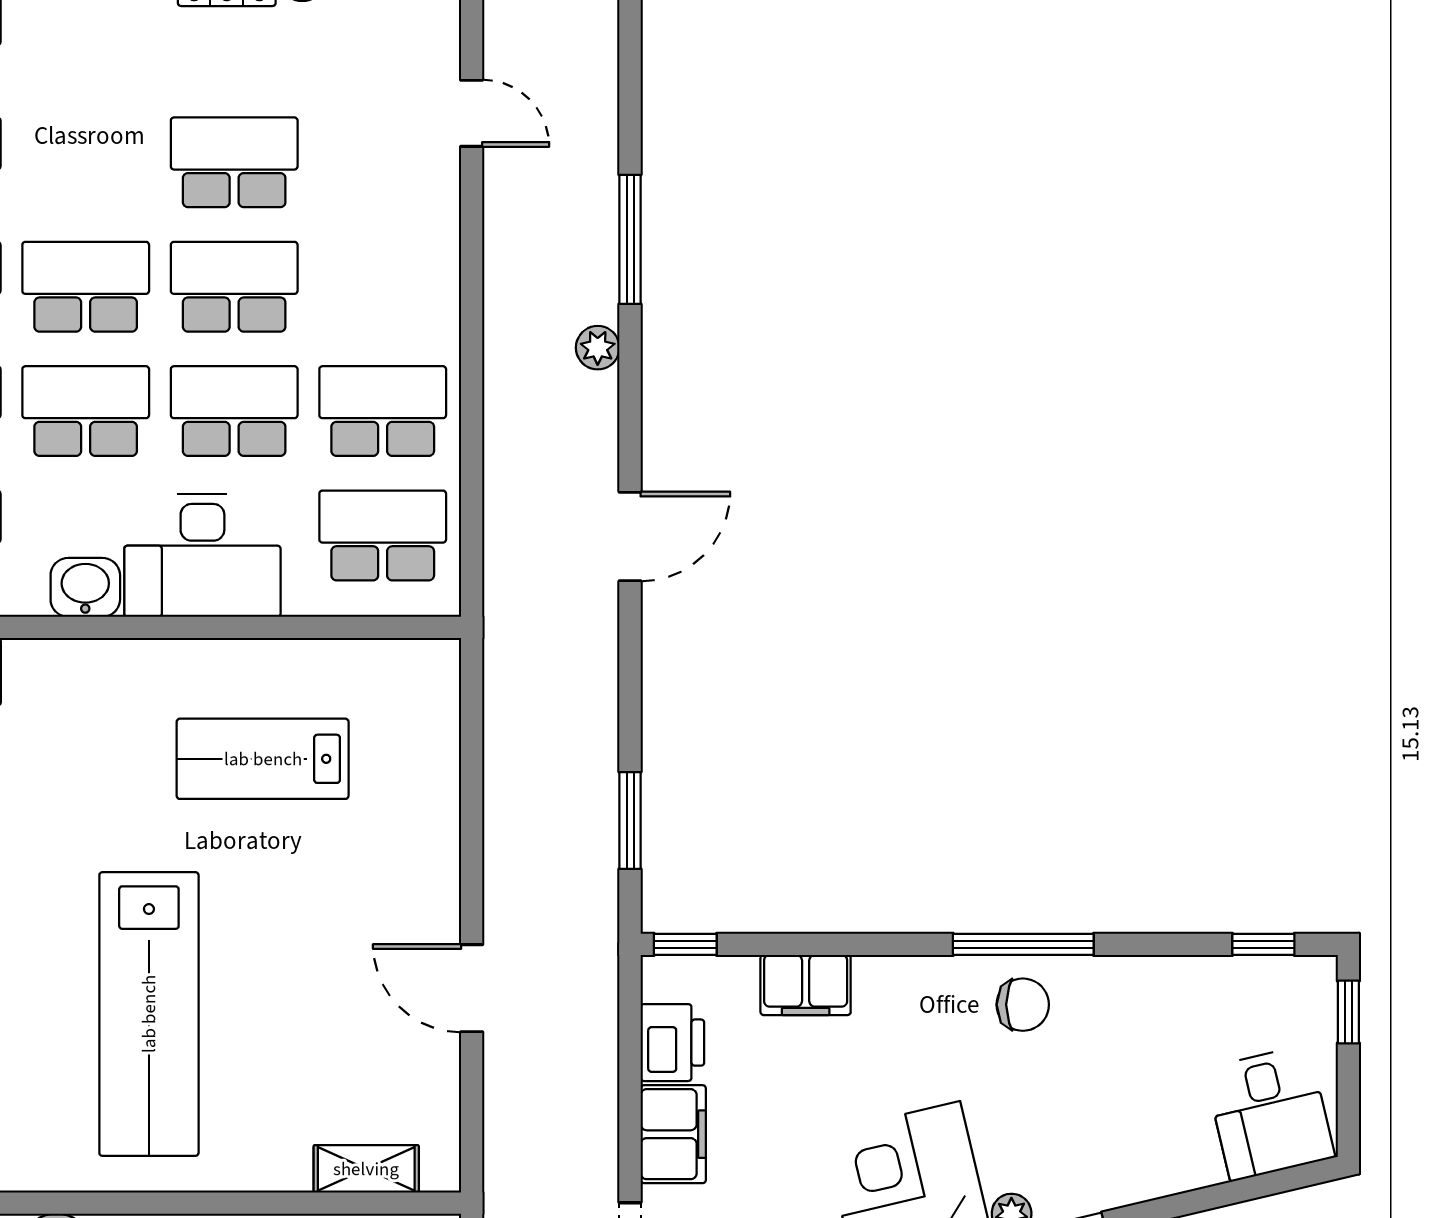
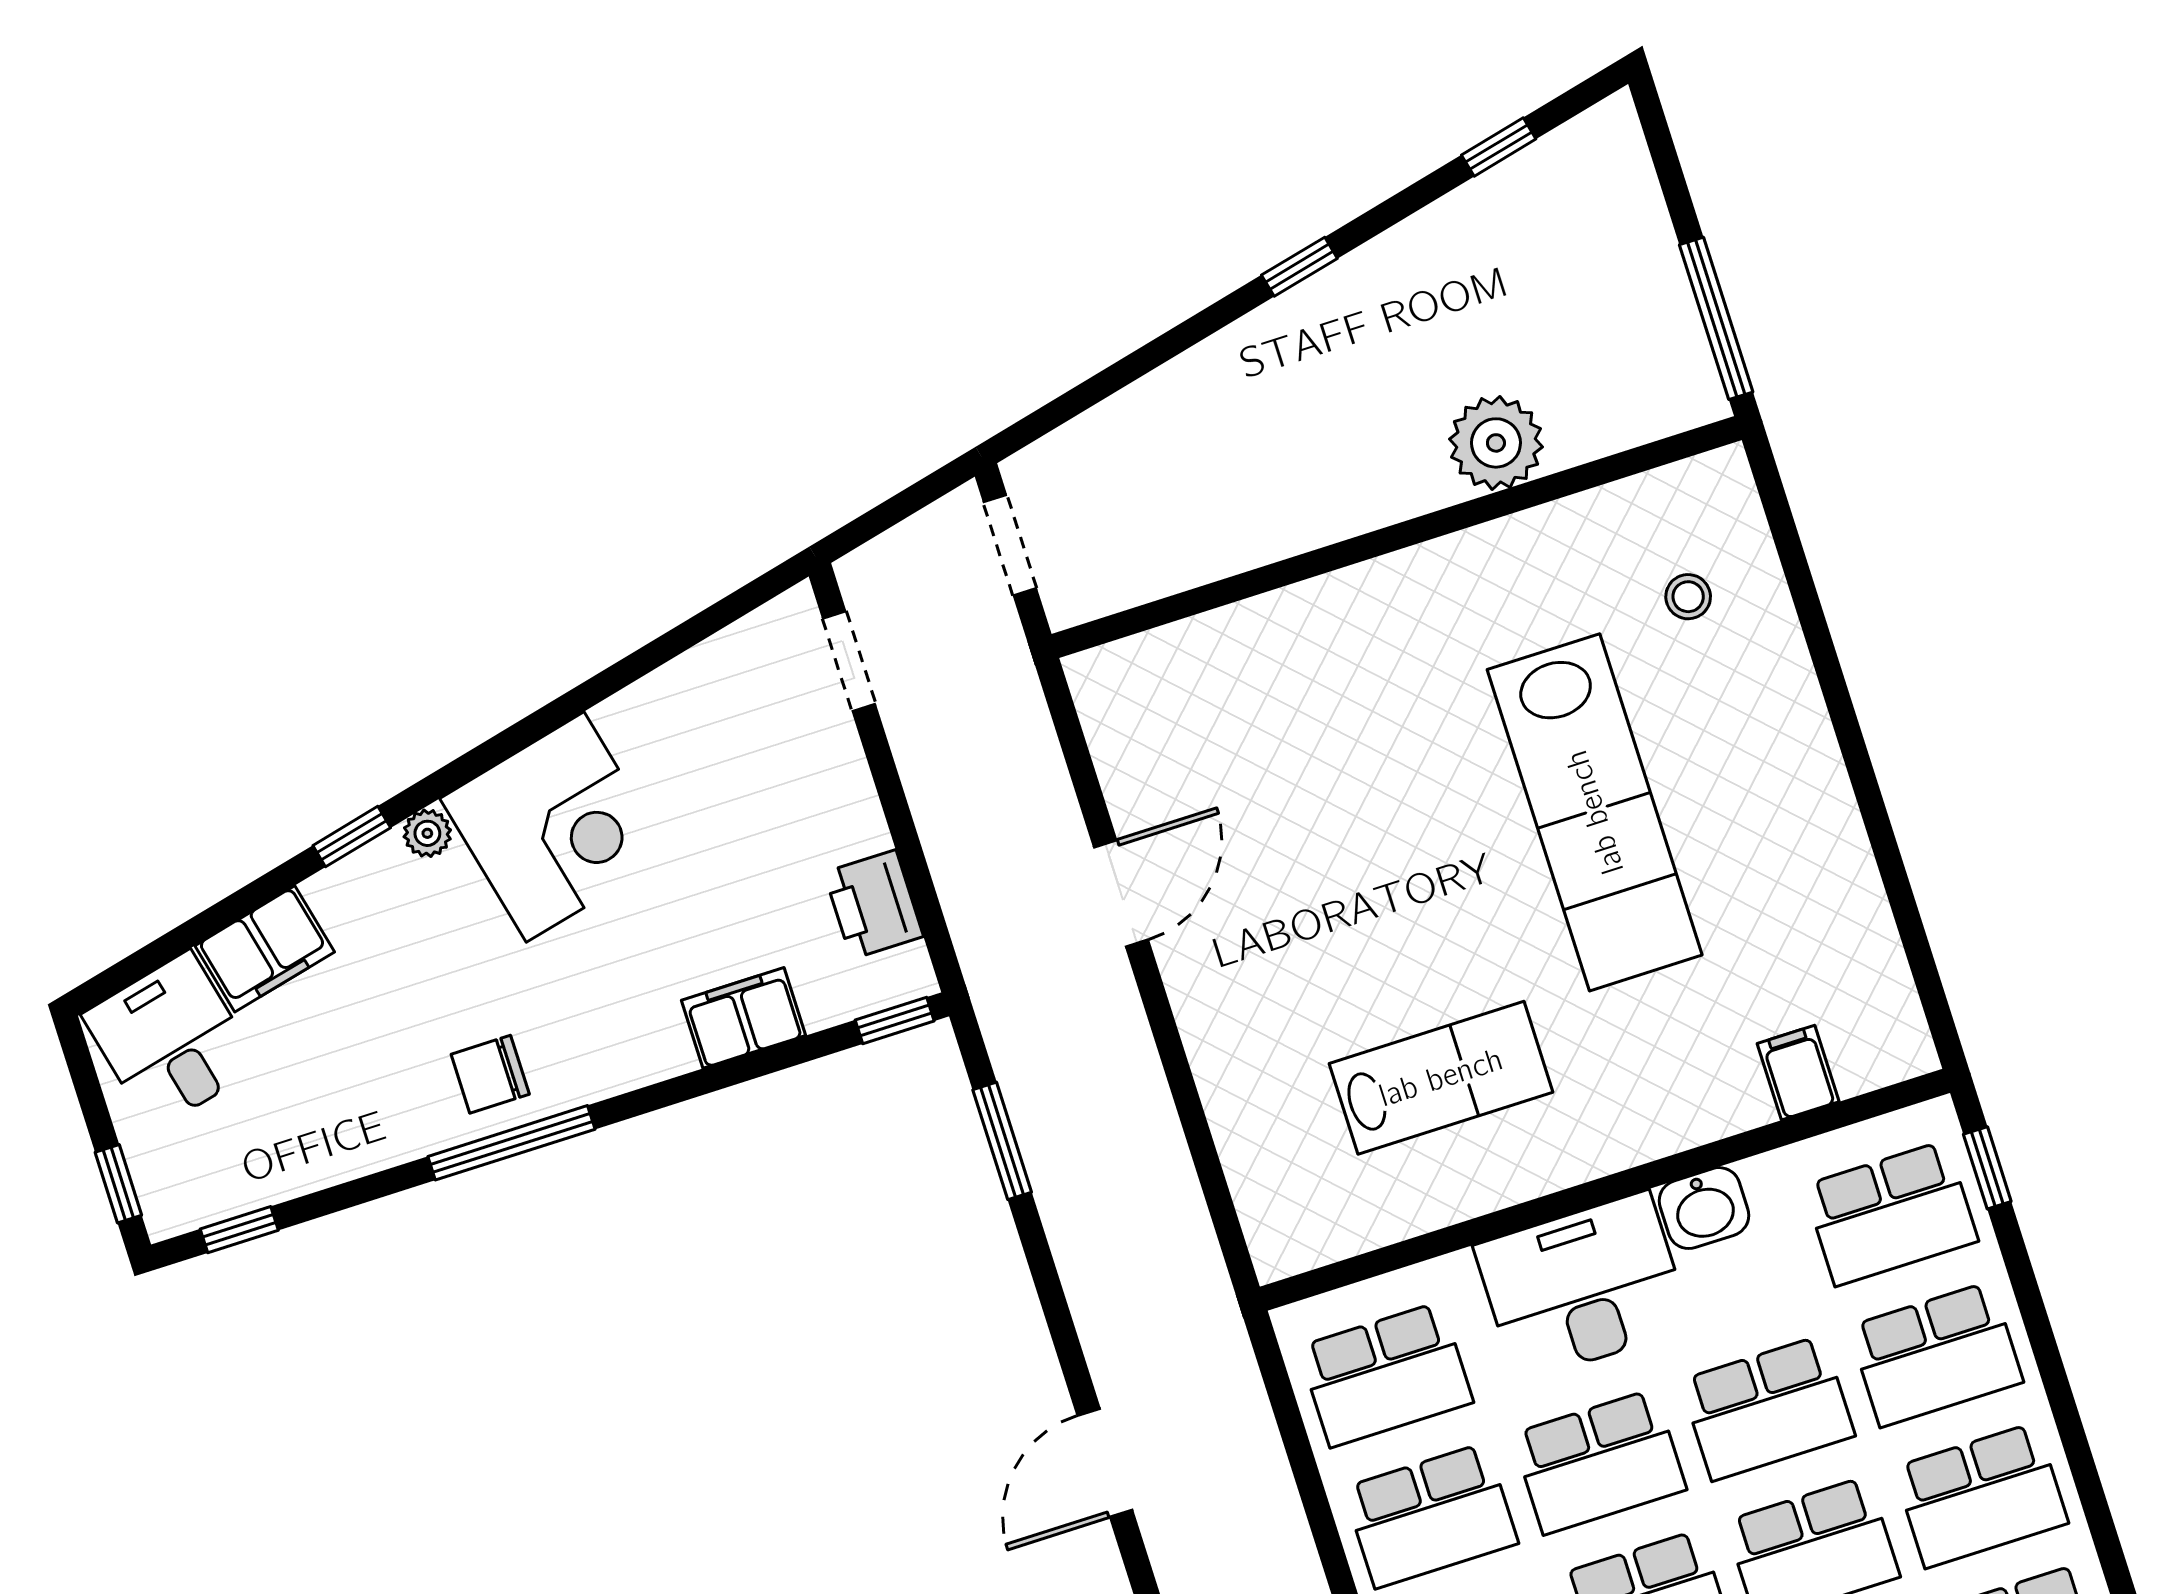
door: (472, 988) -> (1121, 893), hinge flipped
lab bench: (149, 1014) -> (1595, 812), moved, turned 180
filing cabinet: (673, 1134) -> (265, 949), moved, turned -103
shelving: (366, 1169) -> (1175, 650), removed

